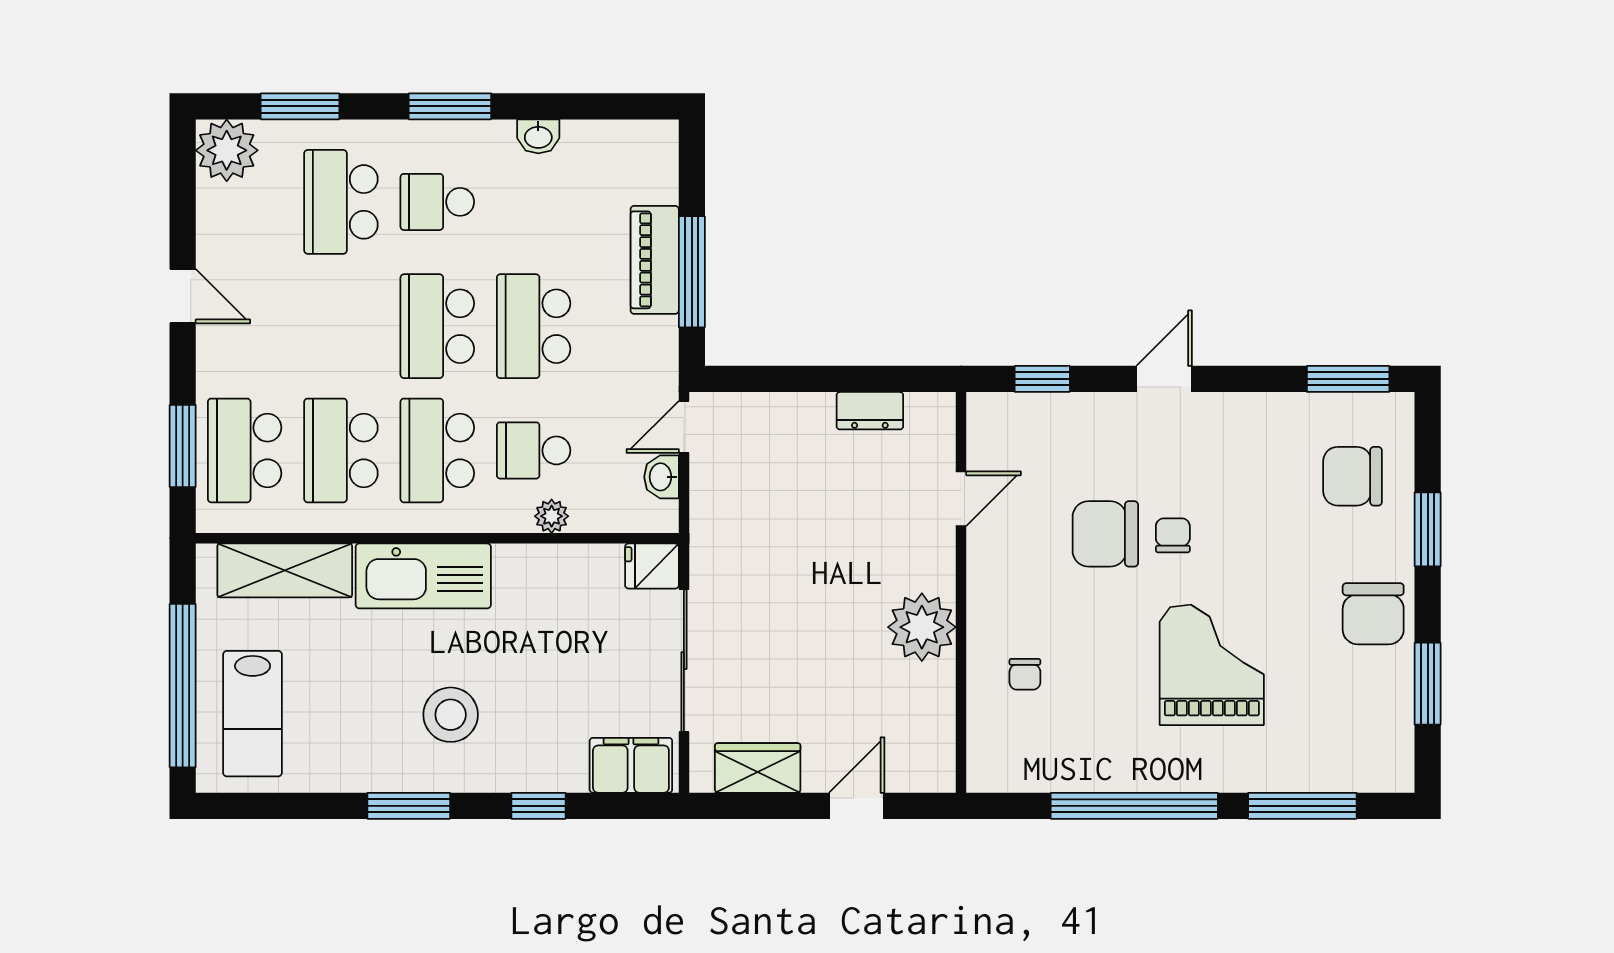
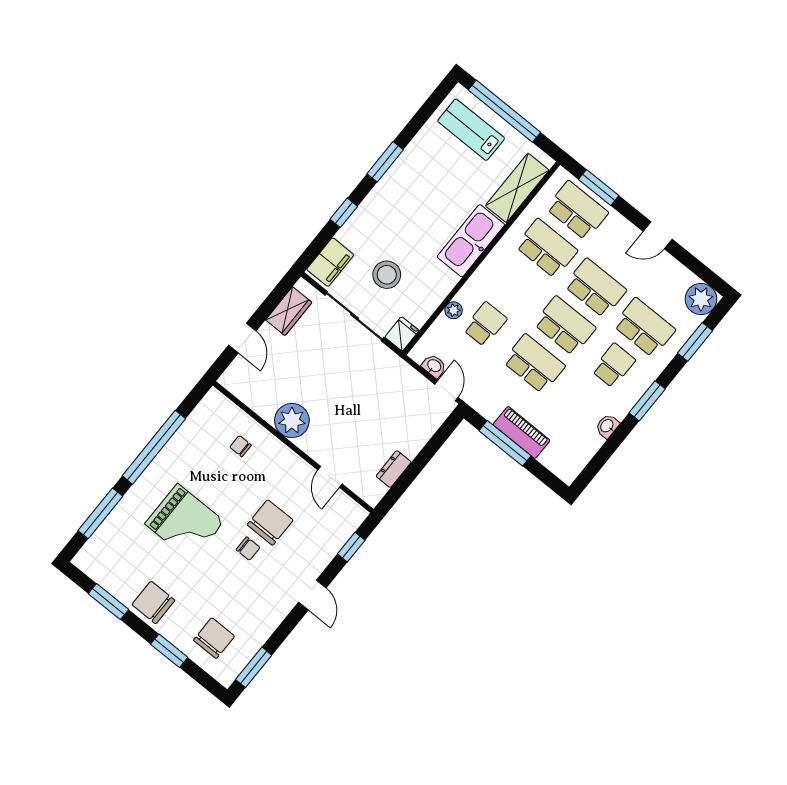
school desk: (437, 450) -> (595, 288), moved
stool: (451, 715) -> (387, 275), moved

